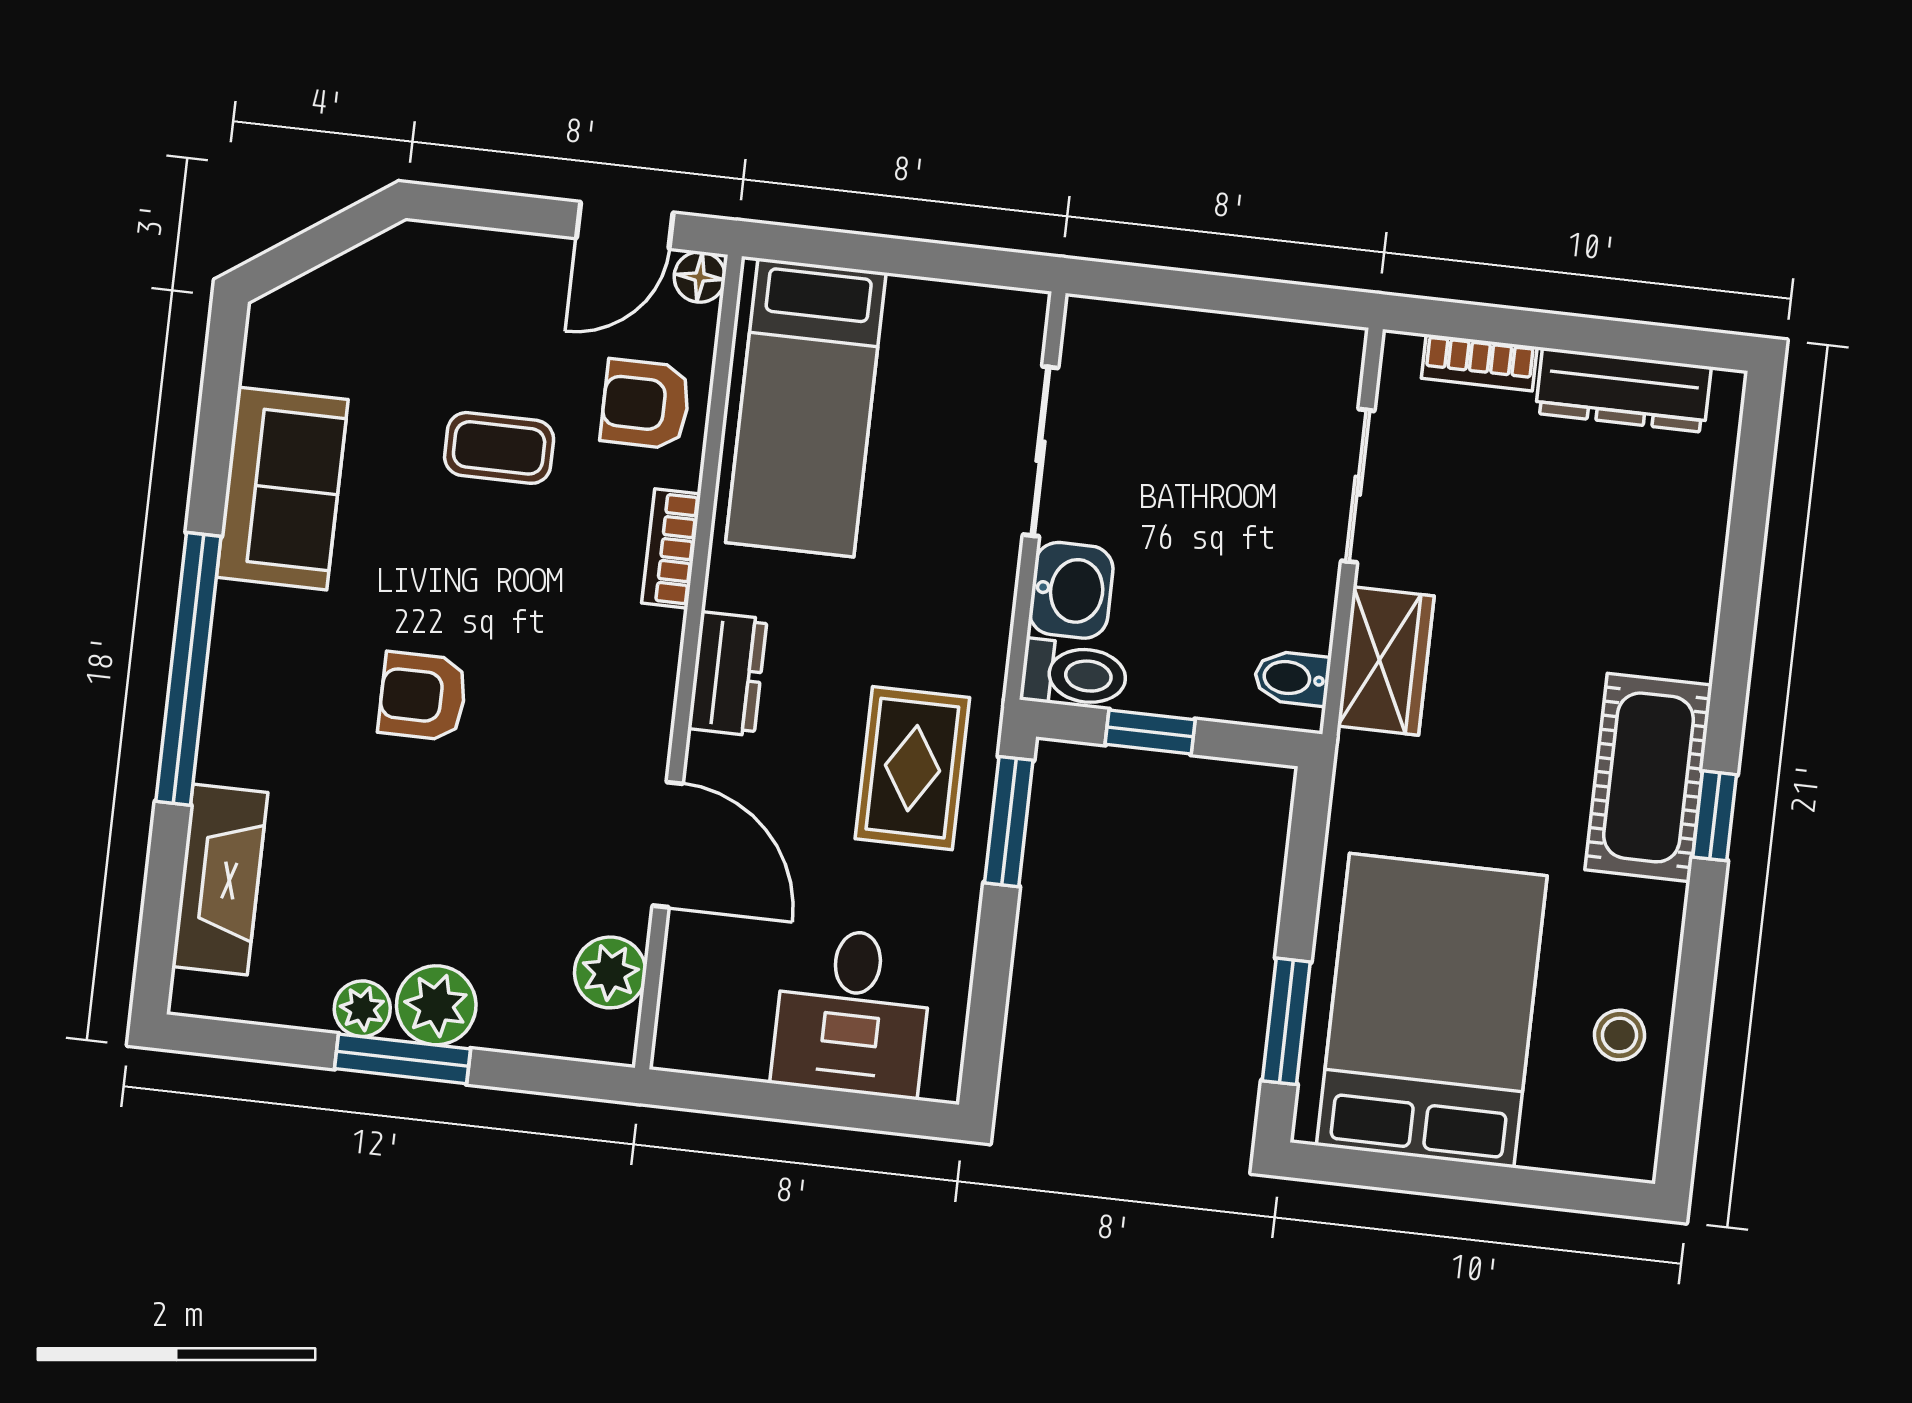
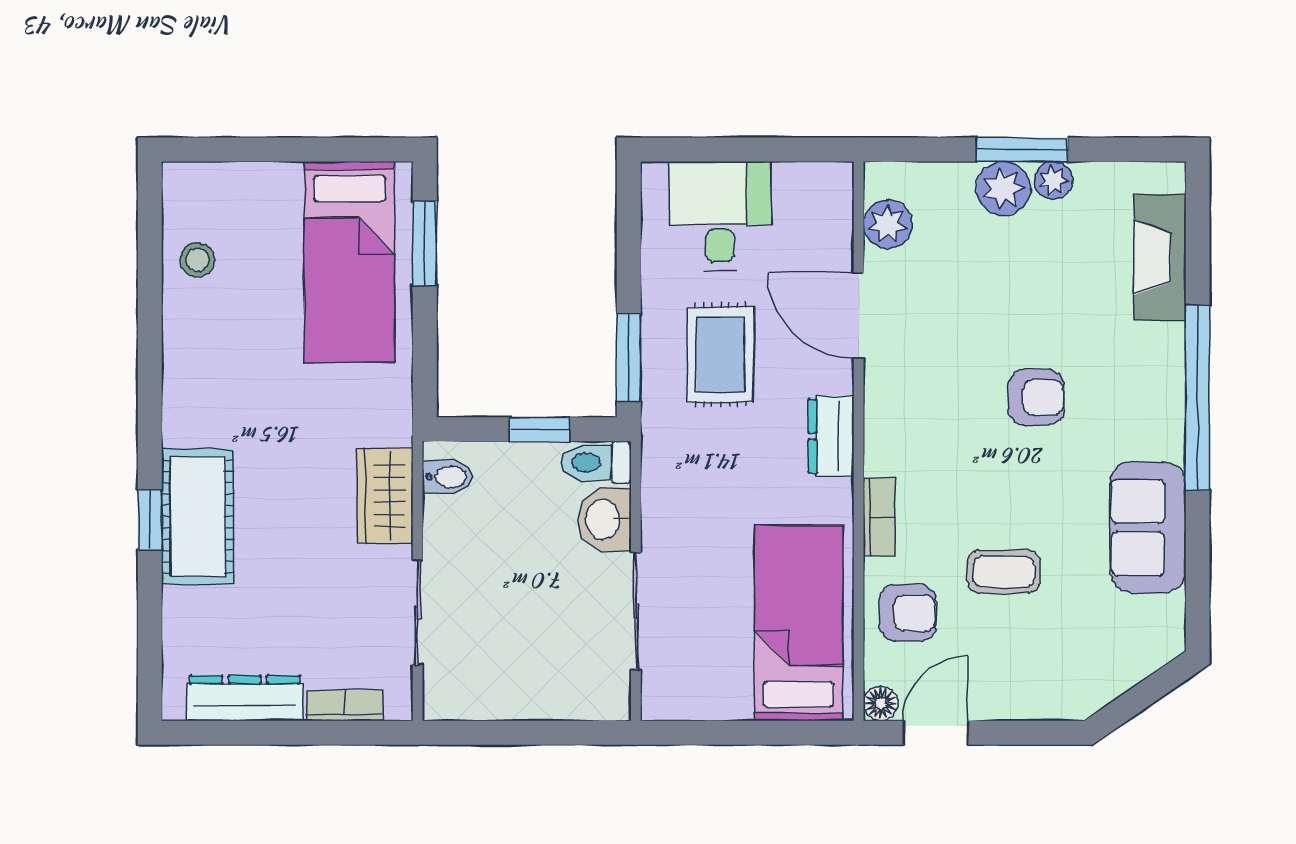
rug: (912, 768) -> (720, 355), moved
cot: (1649, 777) -> (198, 517), moved
window: (1715, 816) -> (150, 520), moved
bed: (1432, 1011) -> (349, 262), width x0.67

